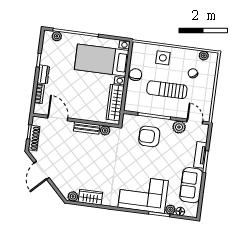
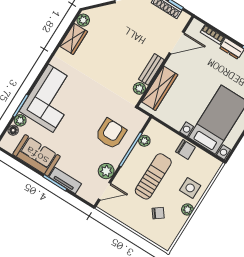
plant: (204, 56) -> (187, 210), moved
wardrobe: (115, 103) -> (160, 88), moved, turned 90
plant: (143, 109) -> (144, 141), added

